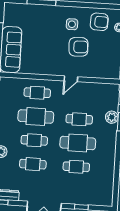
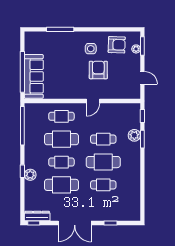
armchair: (78, 47) -> (98, 70), turned -88
cafe table: (33, 164) -> (61, 185), width x1.37, depth x1.35

